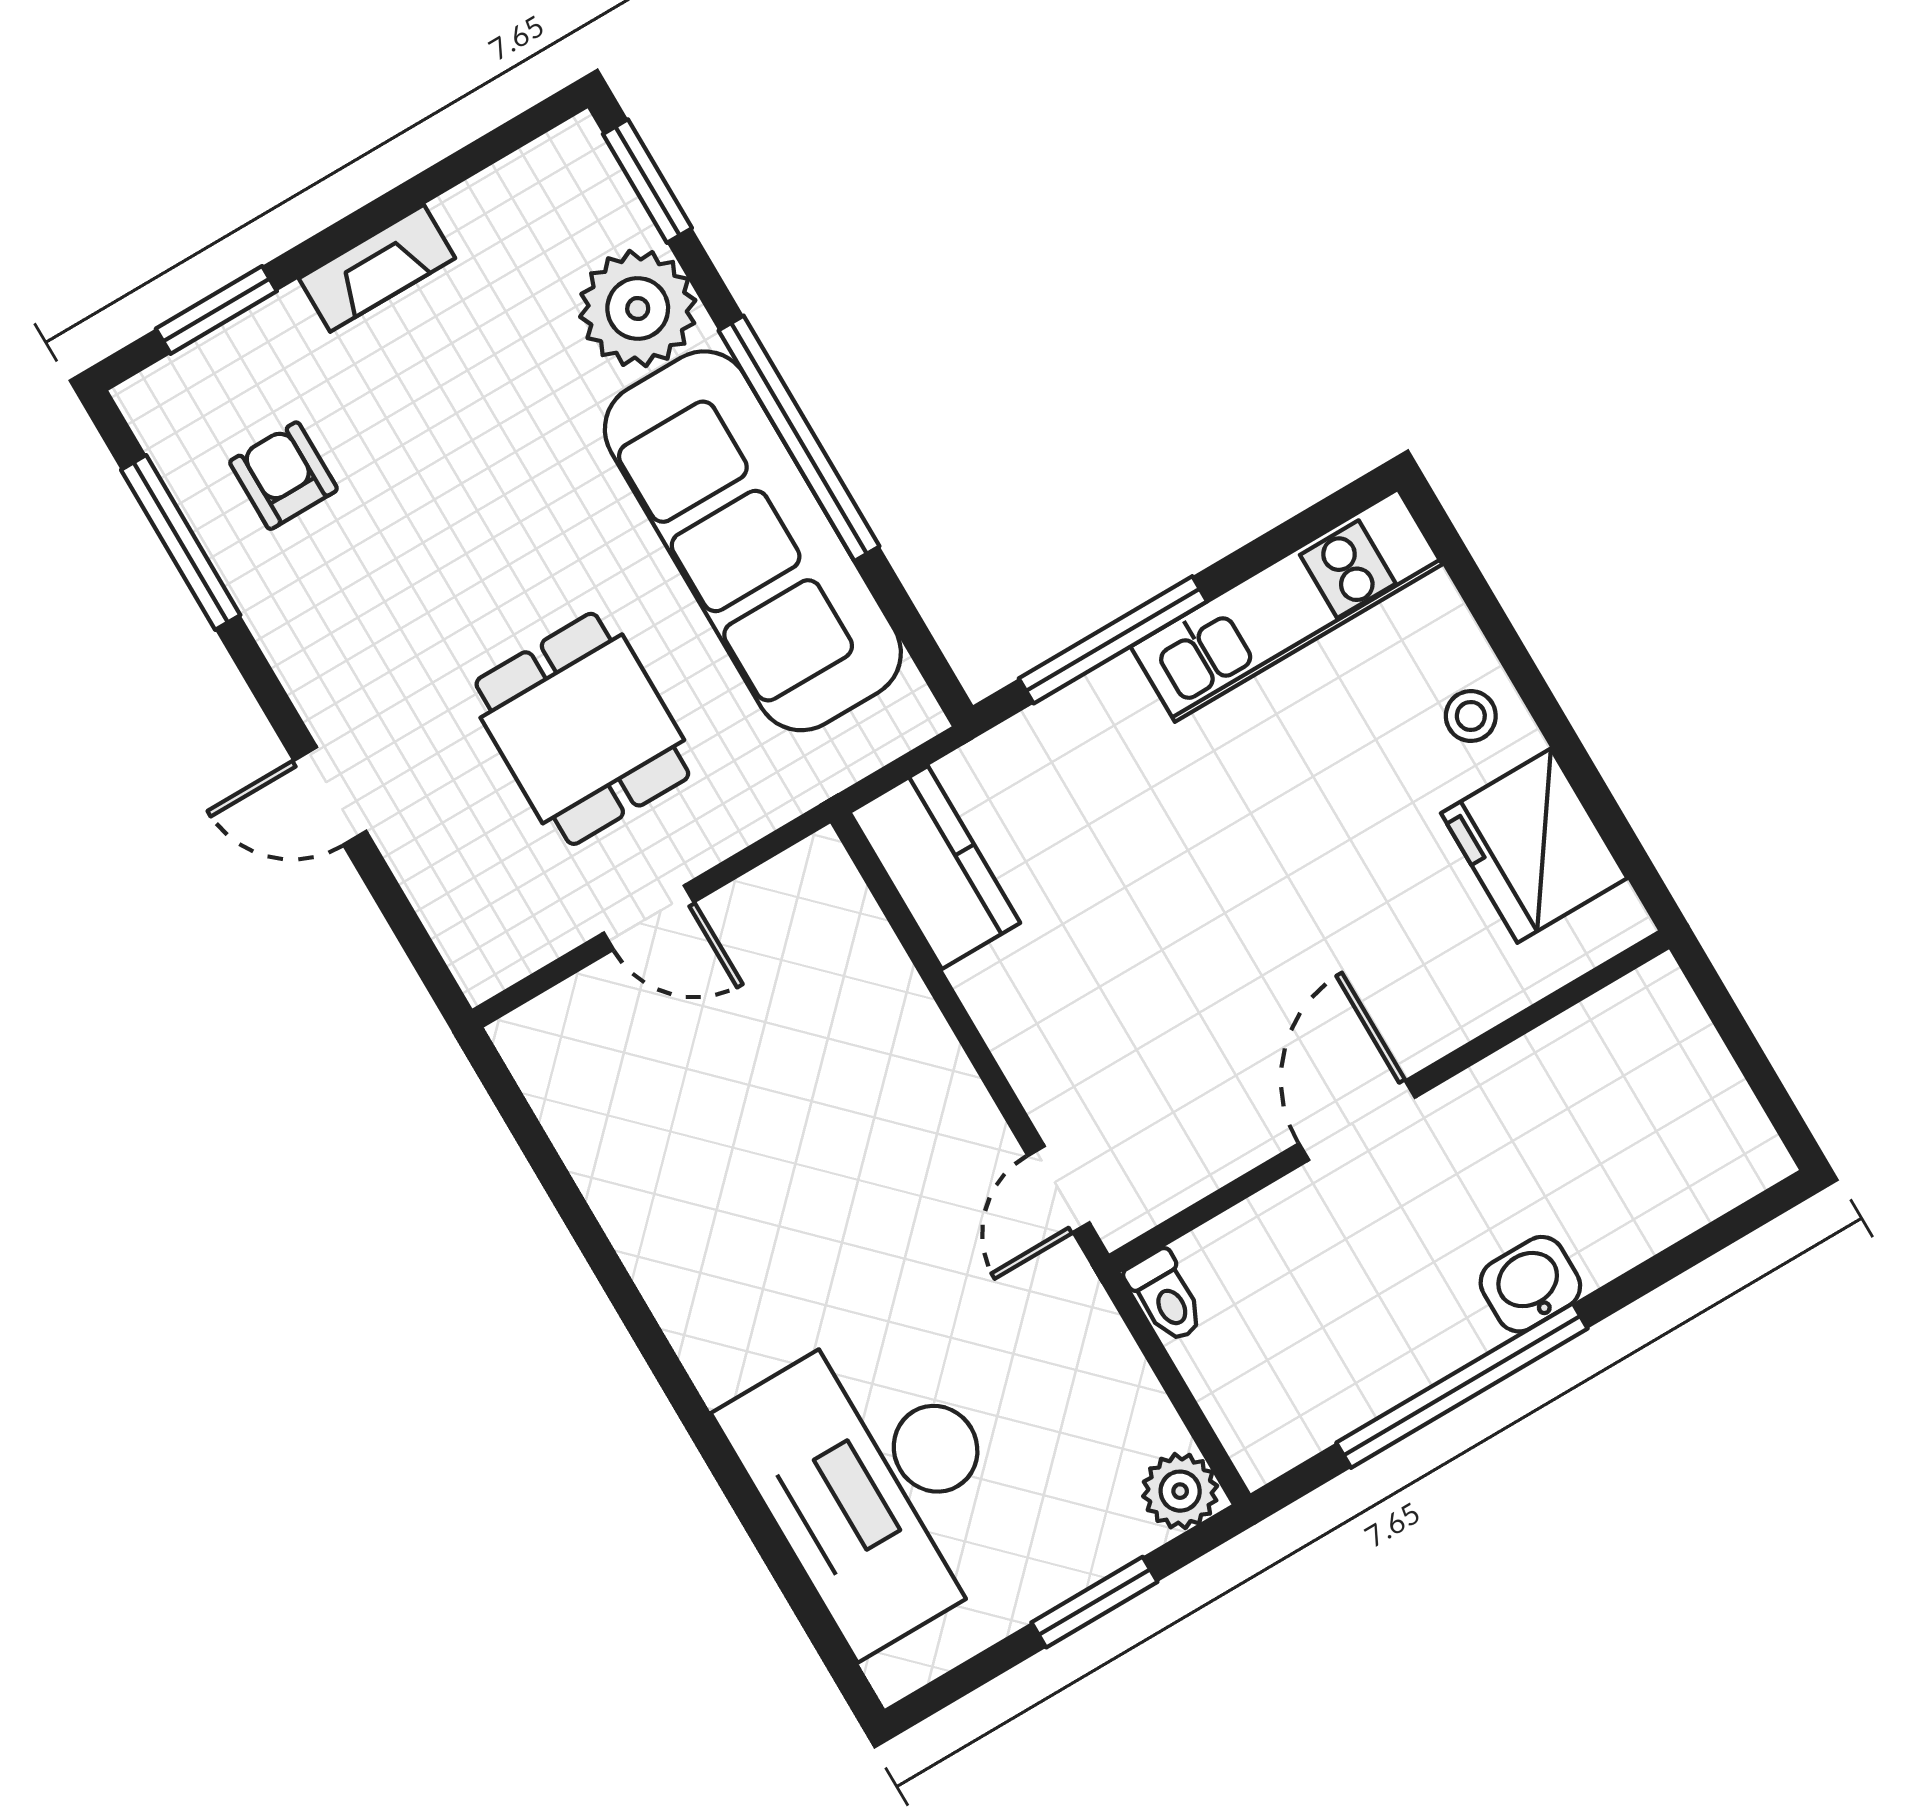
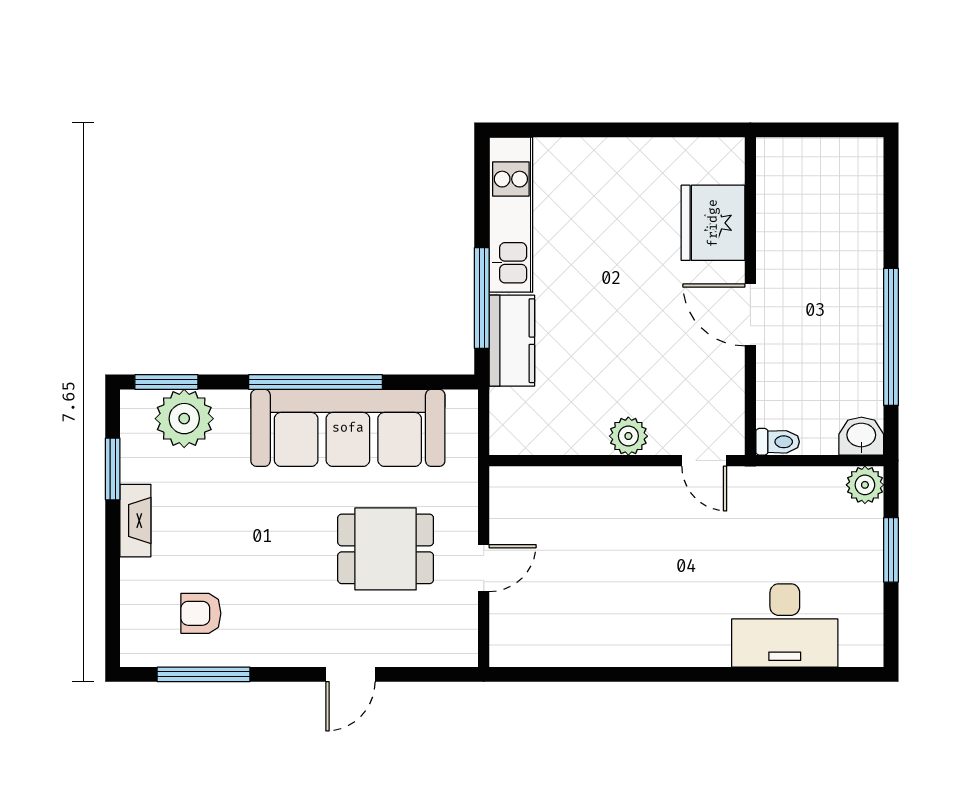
plant: (638, 309) -> (184, 419), moved
window: (216, 310) -> (113, 469), moved
stool: (1471, 716) -> (605, 163), removed
fridge: (1534, 846) -> (713, 223), moved, turned 90
kitchen counter: (935, 867) -> (512, 341), moved, turned 90
plant: (1024, 1033) -> (628, 436), added
washbasin: (1530, 1284) -> (861, 436), moved, turned 90
desk: (878, 1483) -> (785, 625), width x0.73, depth x0.77

